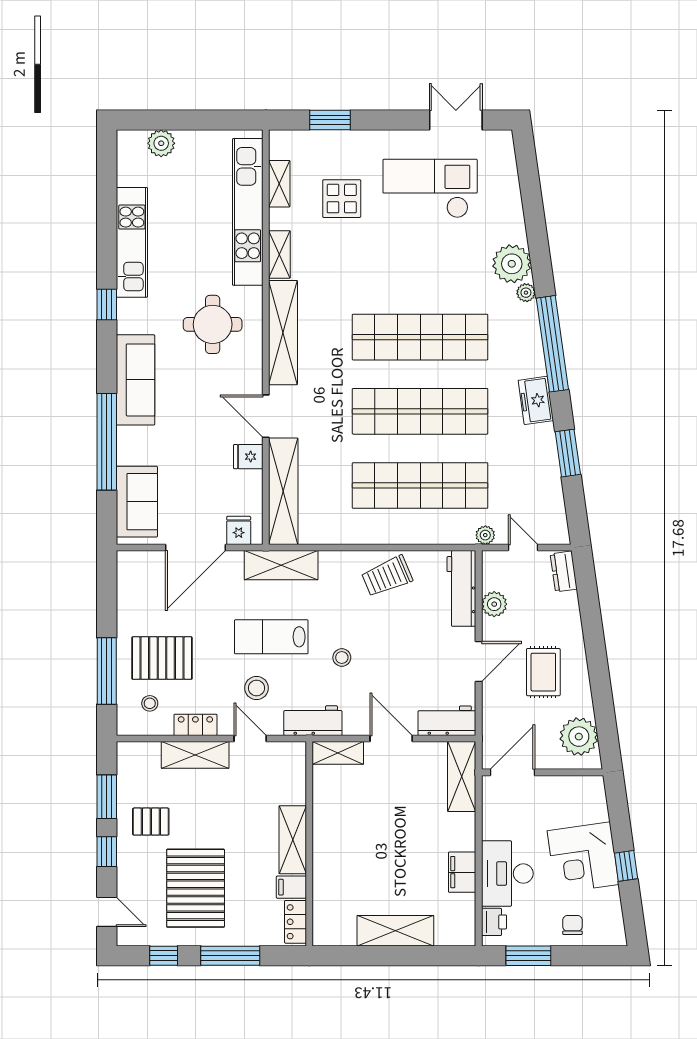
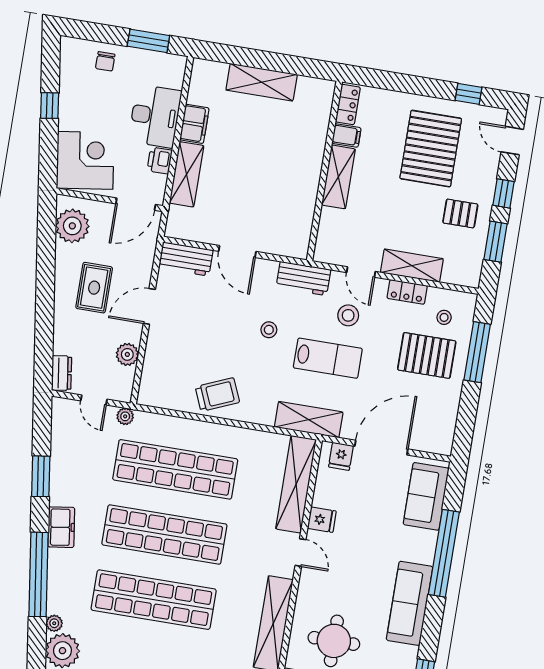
door: (266, 416) -> (300, 553), width x0.73
workbench: (461, 588) -> (154, 373), removed
shelving: (338, 753) -> (286, 247), removed
shelving: (462, 777) -> (186, 174), moved
corner desk: (583, 858) -> (85, 160), moved
printer: (494, 922) -> (160, 161), moved
window: (230, 956) -> (410, 84), removed

